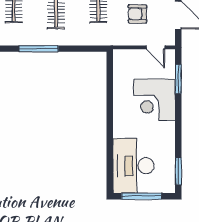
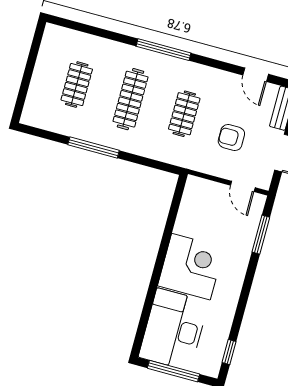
corner desk: (155, 100) -> (191, 267), moved, turned 180
window: (178, 171) -> (229, 352), width x0.67

